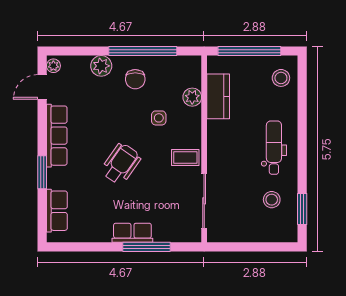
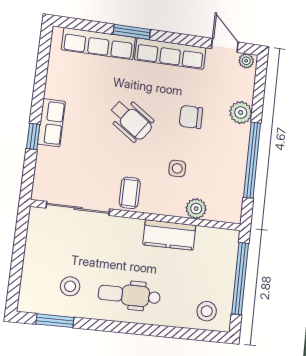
chair: (135, 79) -> (191, 117), moved
kitchen counter: (218, 96) -> (169, 235), moved
dental chair: (274, 148) -> (129, 295), turned 180
row of seats: (57, 211) -> (99, 44), width x1.48
window: (146, 247) -> (33, 136), width x0.46

